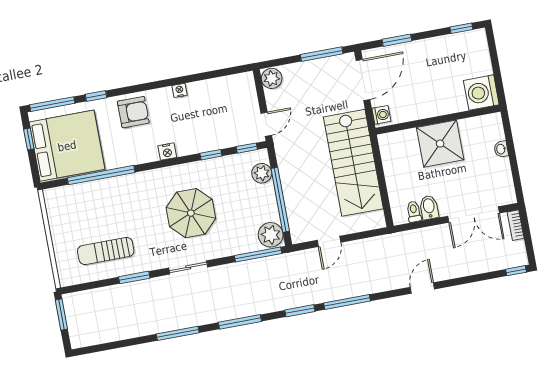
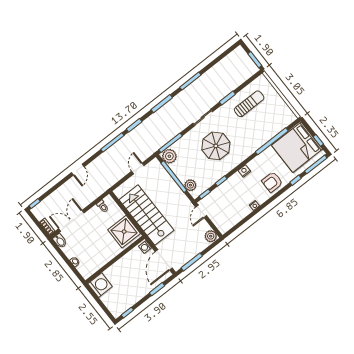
shower: (440, 144) -> (124, 232), moved
bidet: (429, 207) -> (60, 241), moved

